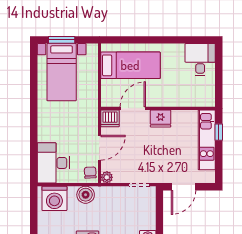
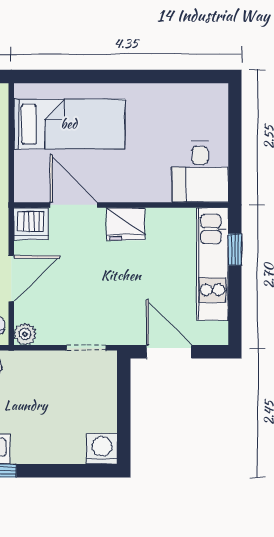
desk: (200, 60) -> (200, 172), moved, turned 180
door: (133, 108) -> (74, 205), hinge flipped
door: (184, 187) -> (169, 352), swing flipped

